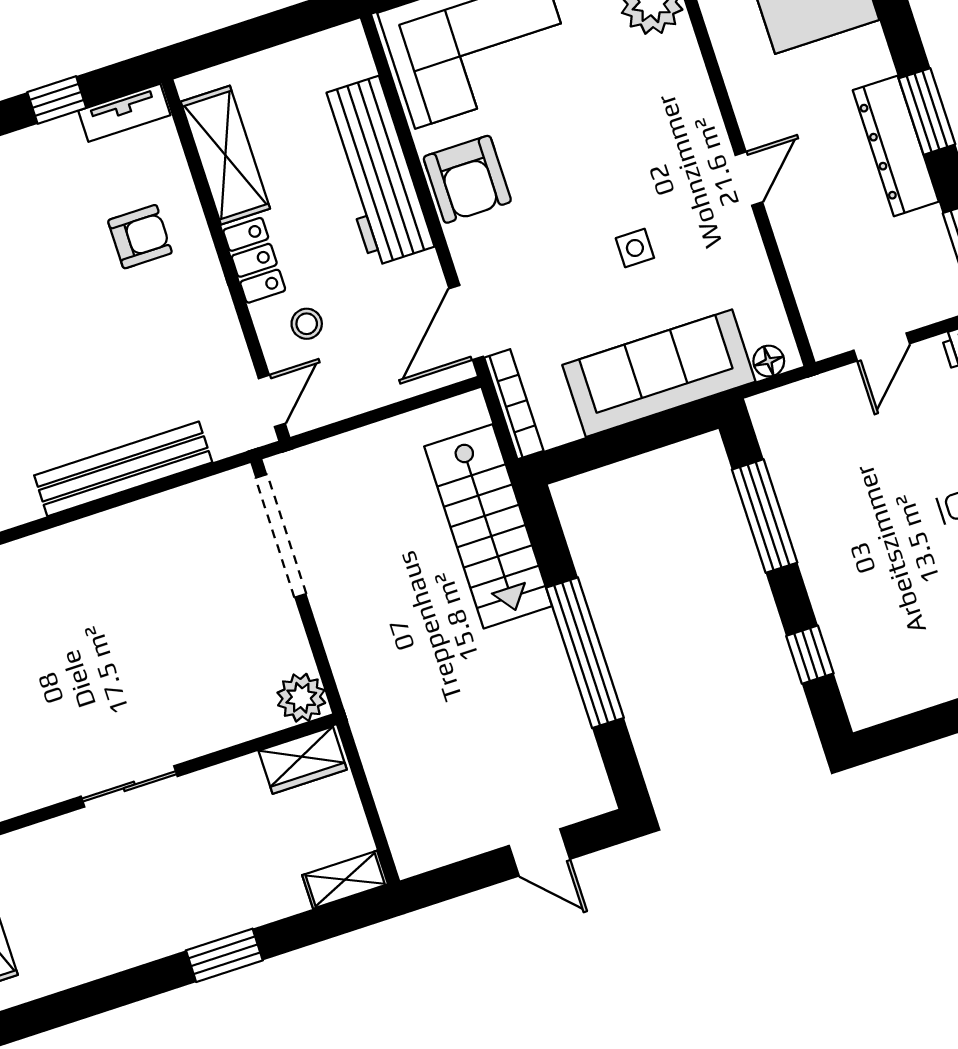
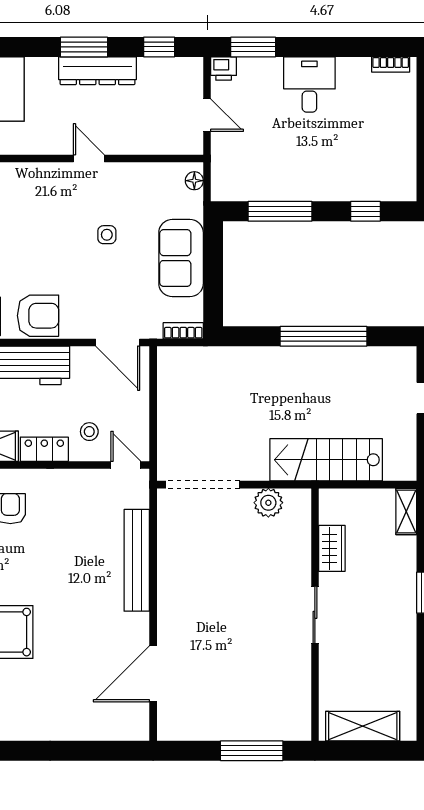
sofa: (659, 373) -> (181, 258), width x0.73
bookcase: (514, 404) -> (183, 331), width x0.64
stairs: (488, 526) -> (326, 460), moved, turned 180
plant: (301, 698) -> (268, 503), moved
wardrobe: (303, 760) -> (332, 548), moved

